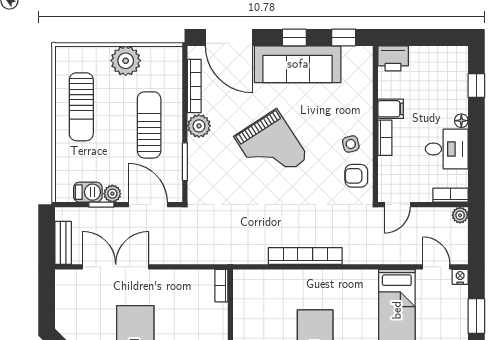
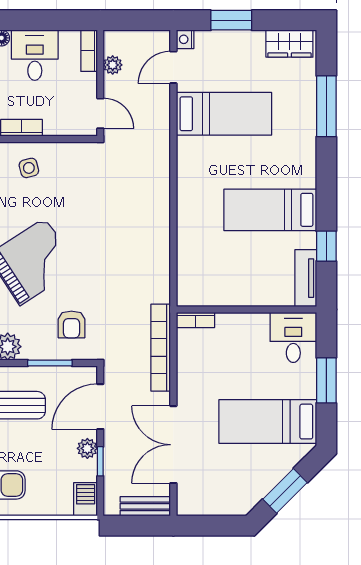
armchair: (356, 176) -> (71, 324), moved
barbecue: (88, 192) -> (86, 499), moved
plant: (460, 215) -> (113, 65), moved
bookcase: (305, 256) -> (161, 348), moved

